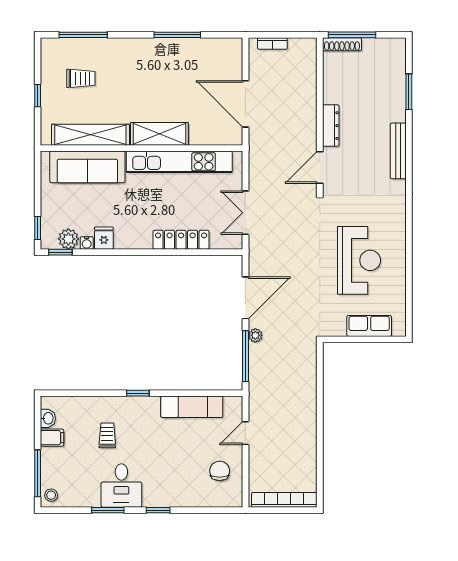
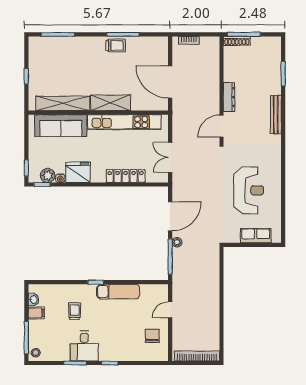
trolley: (81, 78) -> (116, 45), moved
fridge: (104, 238) -> (78, 172), width x1.88, depth x1.34
exam couch: (192, 407) -> (118, 292), moved

